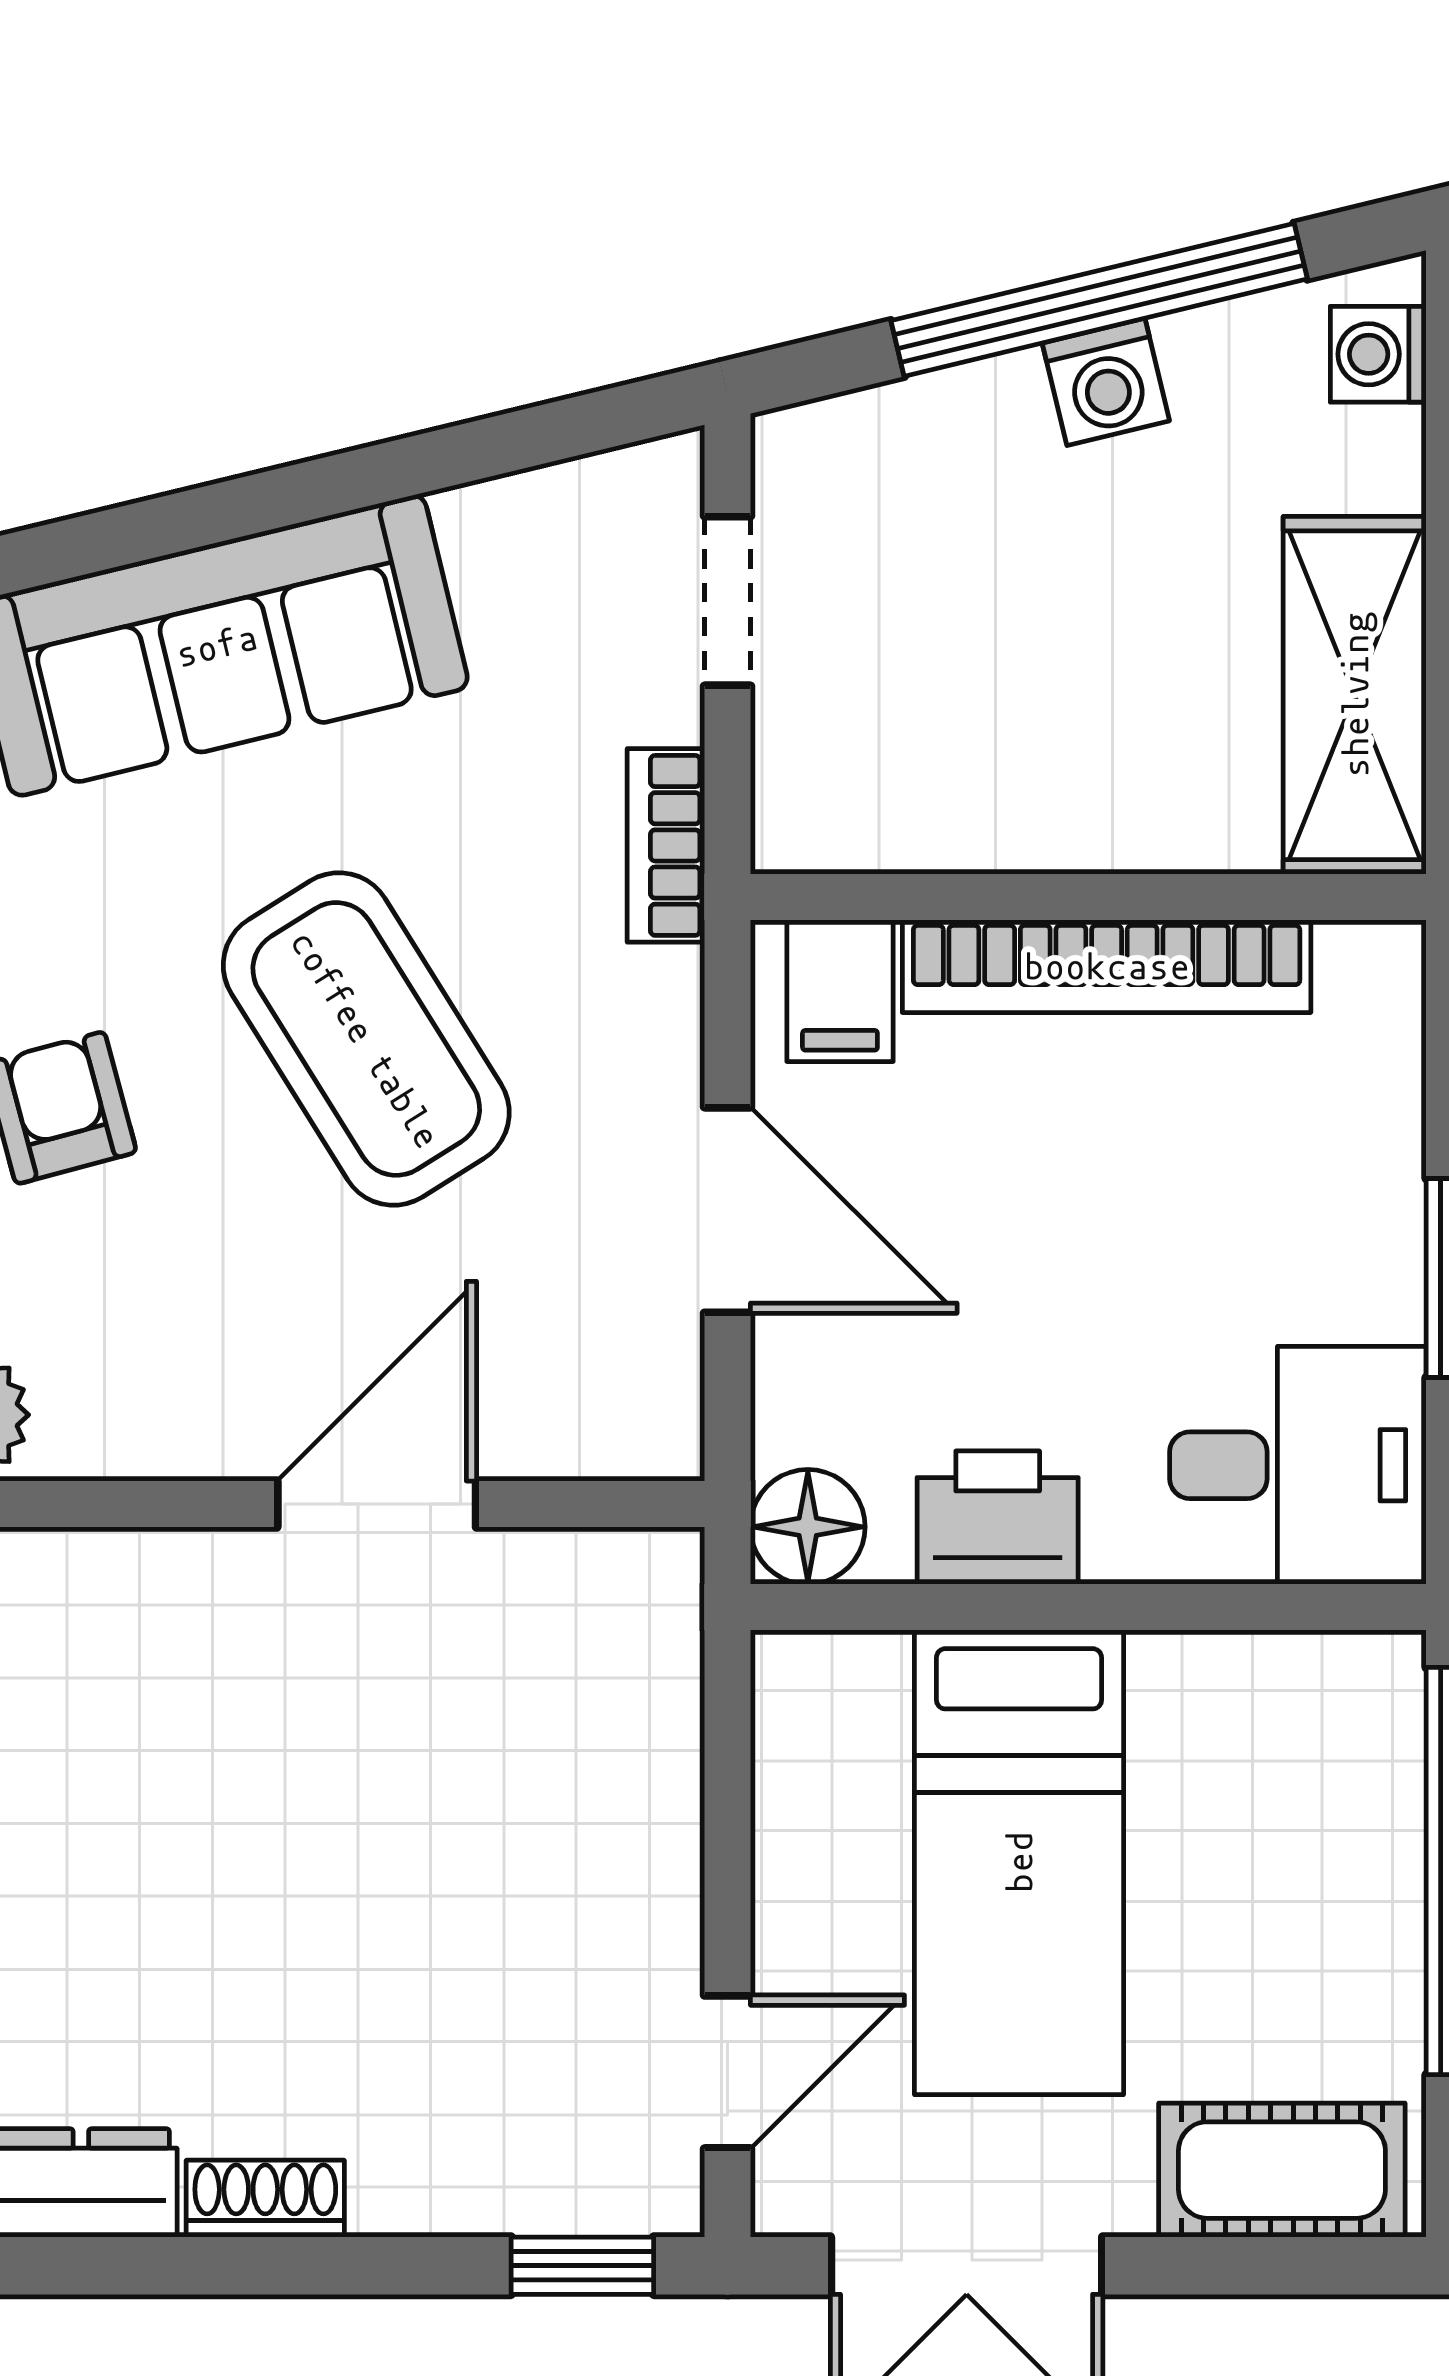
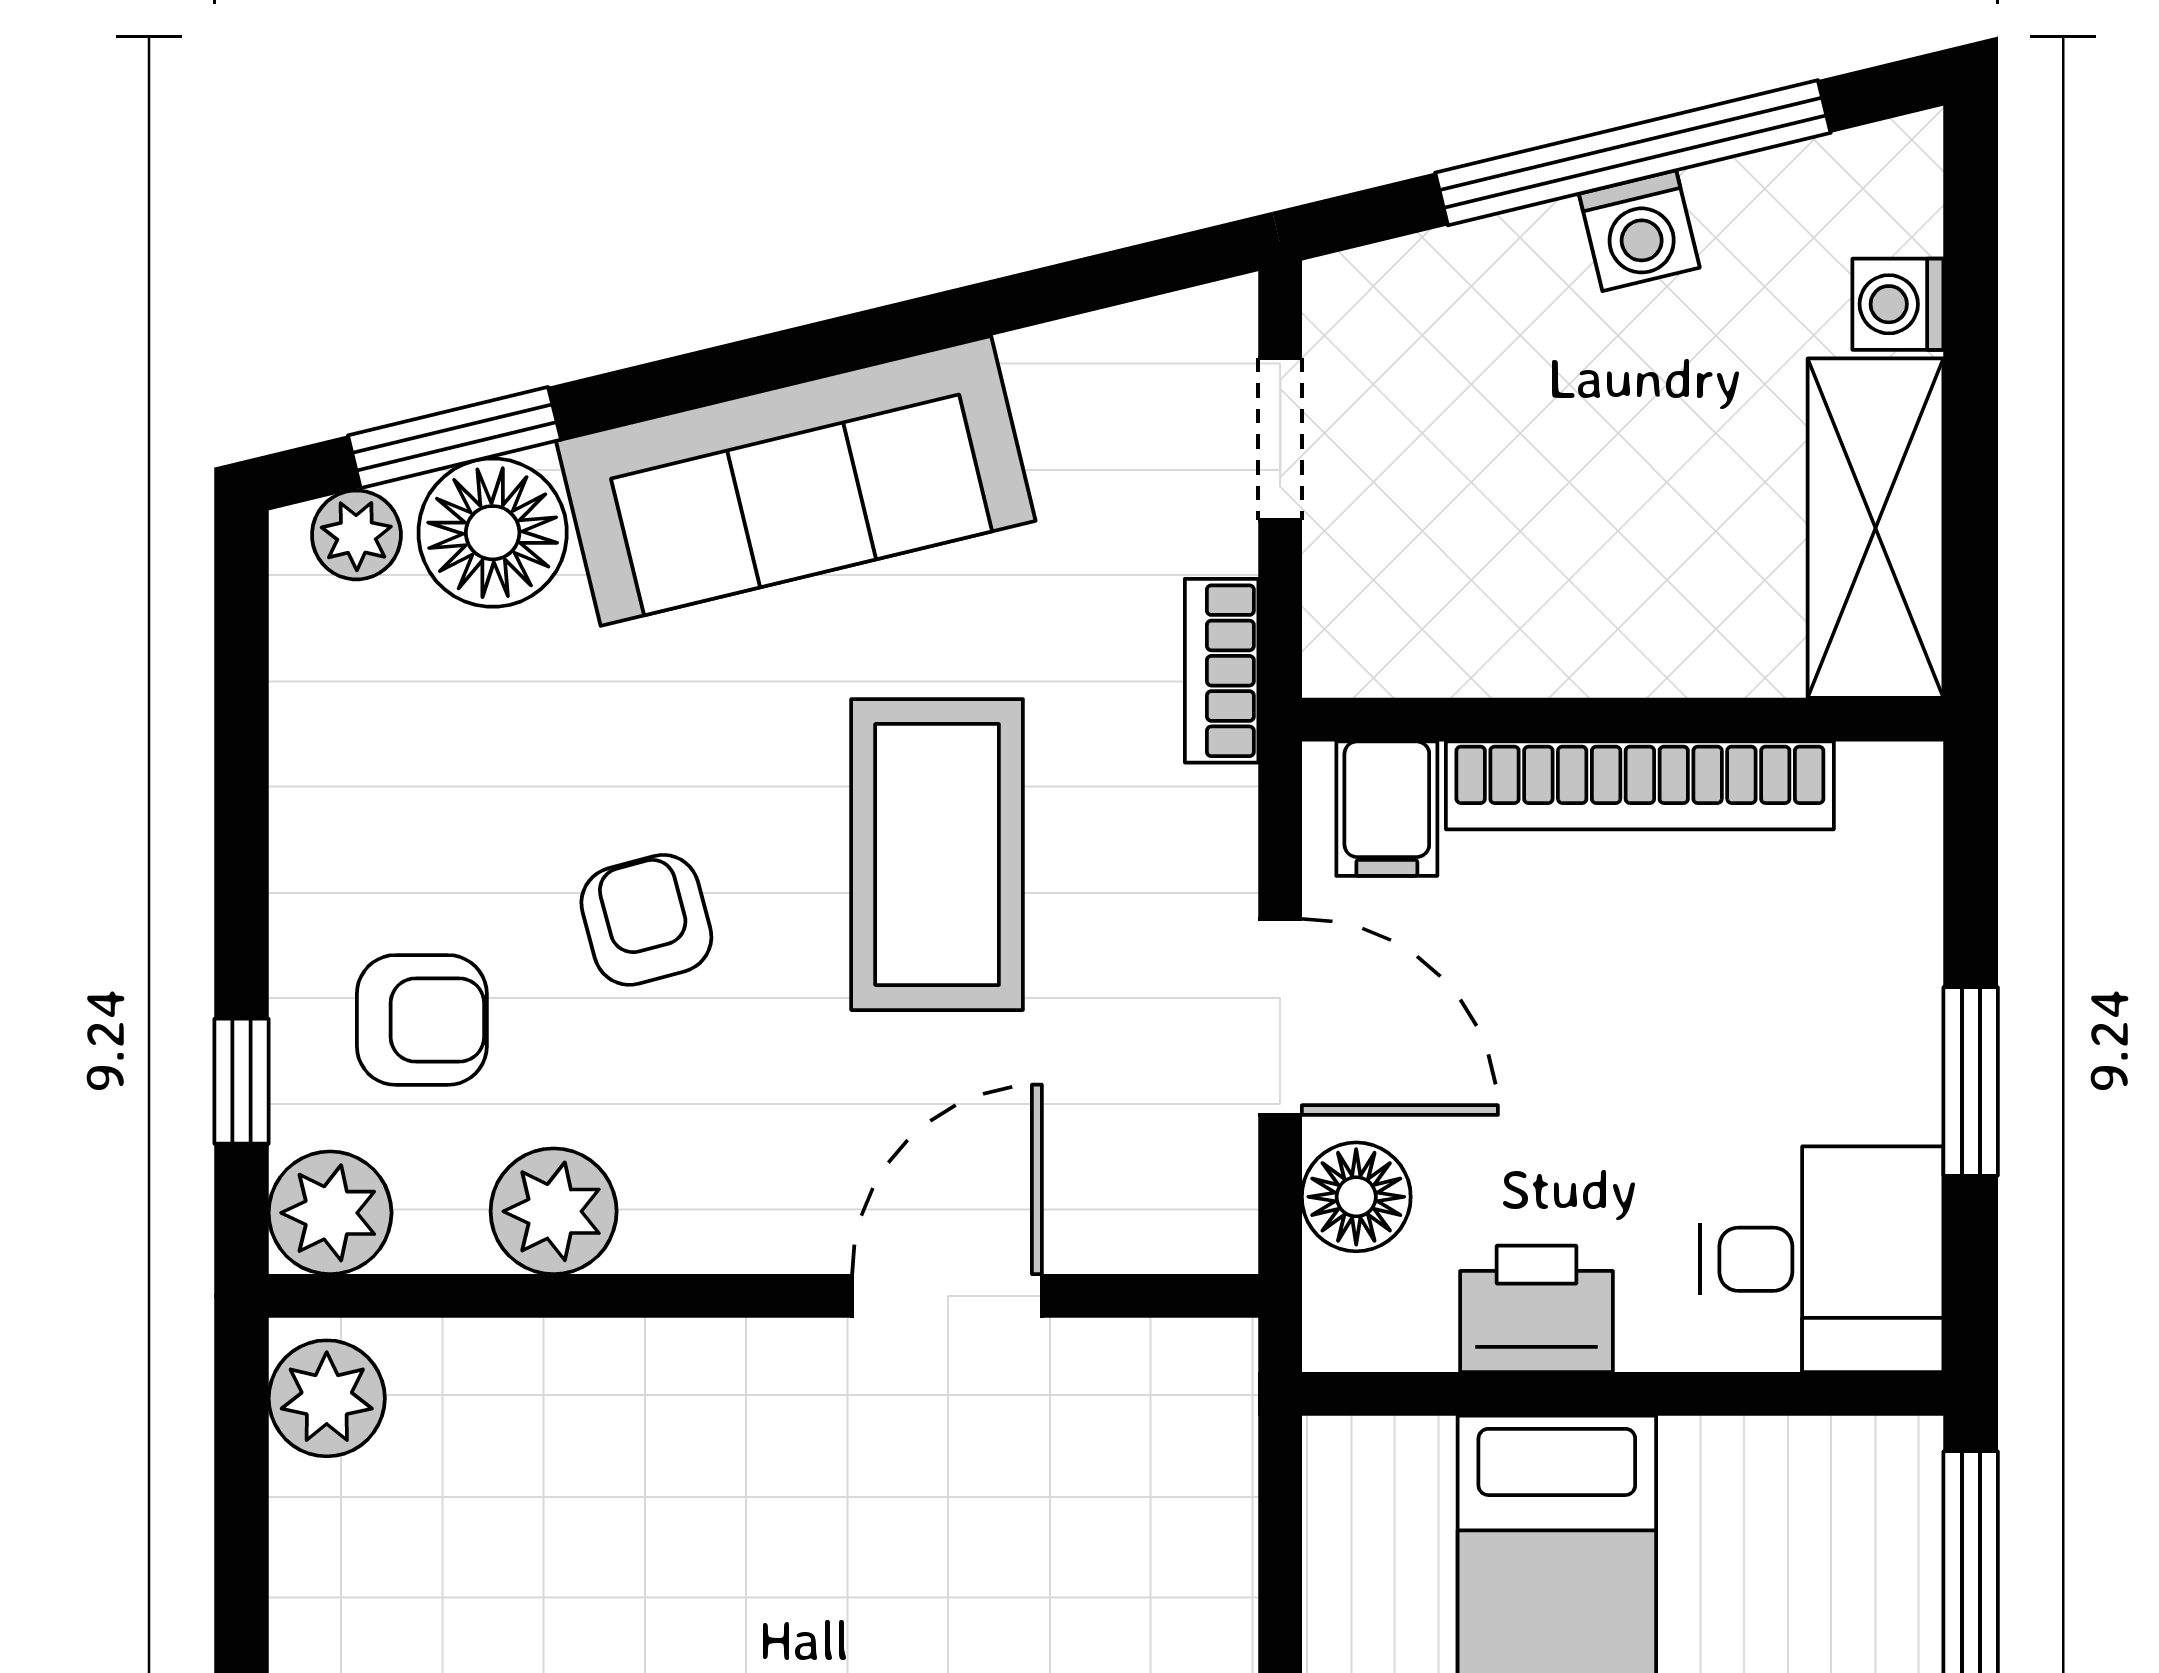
washing machine: (1378, 354) -> (1898, 304), moved
coffee table: (366, 1039) -> (937, 855), turned 32
floor lamp: (808, 1527) -> (1356, 1197), moved

